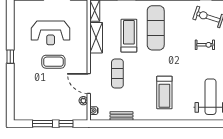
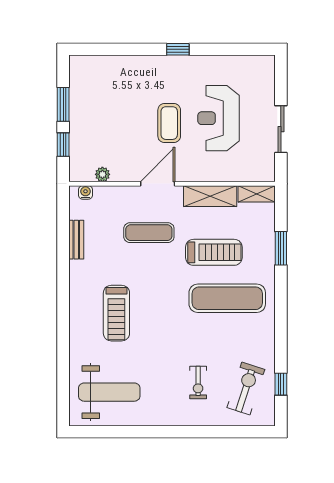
door: (89, 83) -> (158, 184), moved
treadmill: (164, 93) -> (116, 313), turned -90

